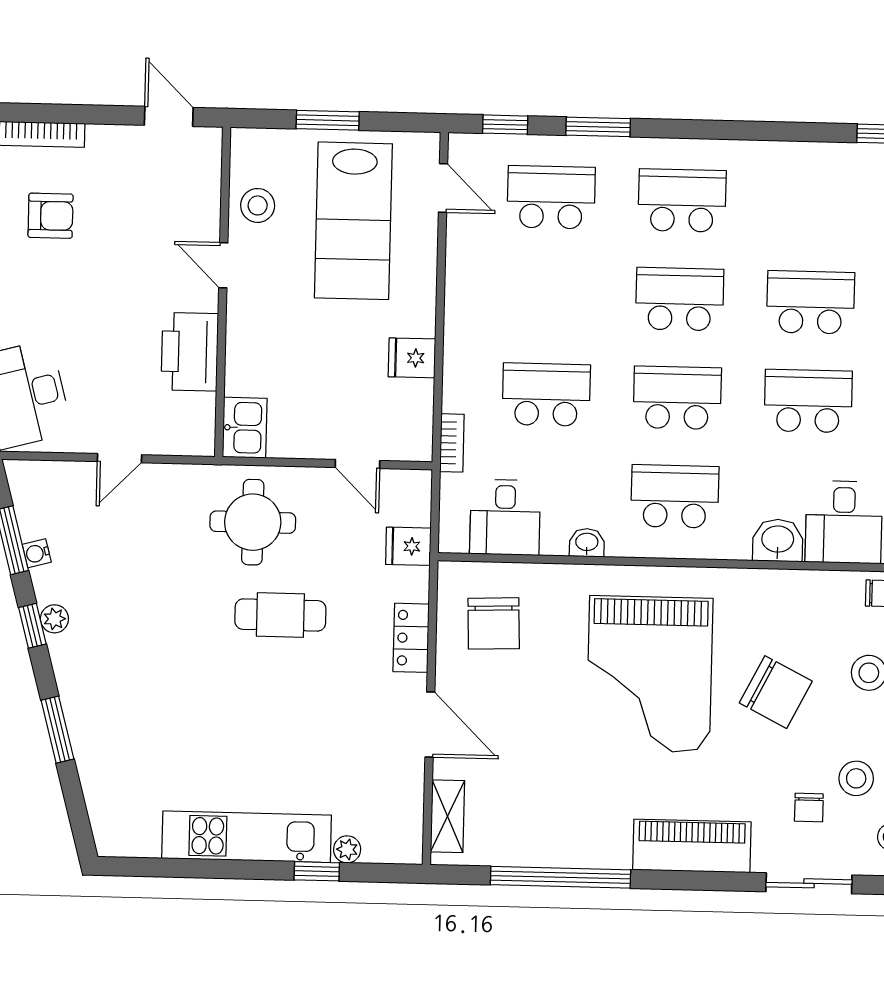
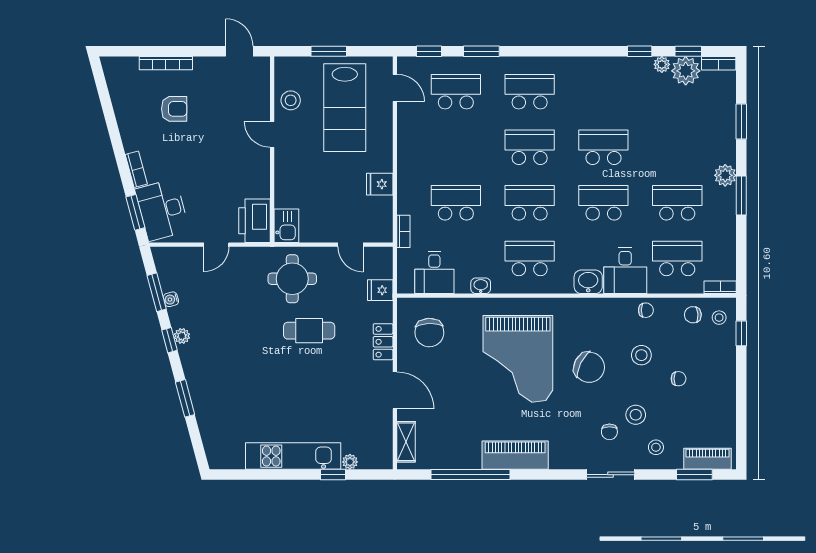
printer: (190, 352) -> (254, 221), moved
piano: (692, 846) -> (515, 455), moved

